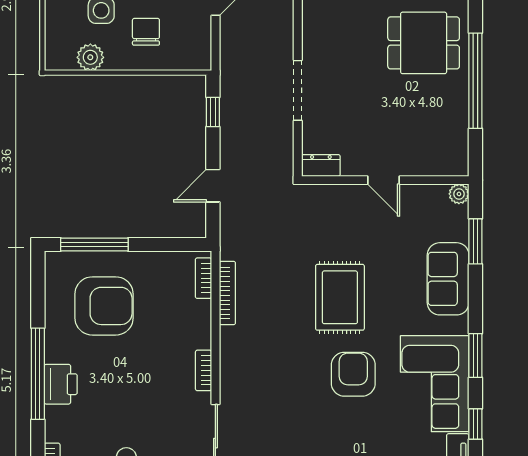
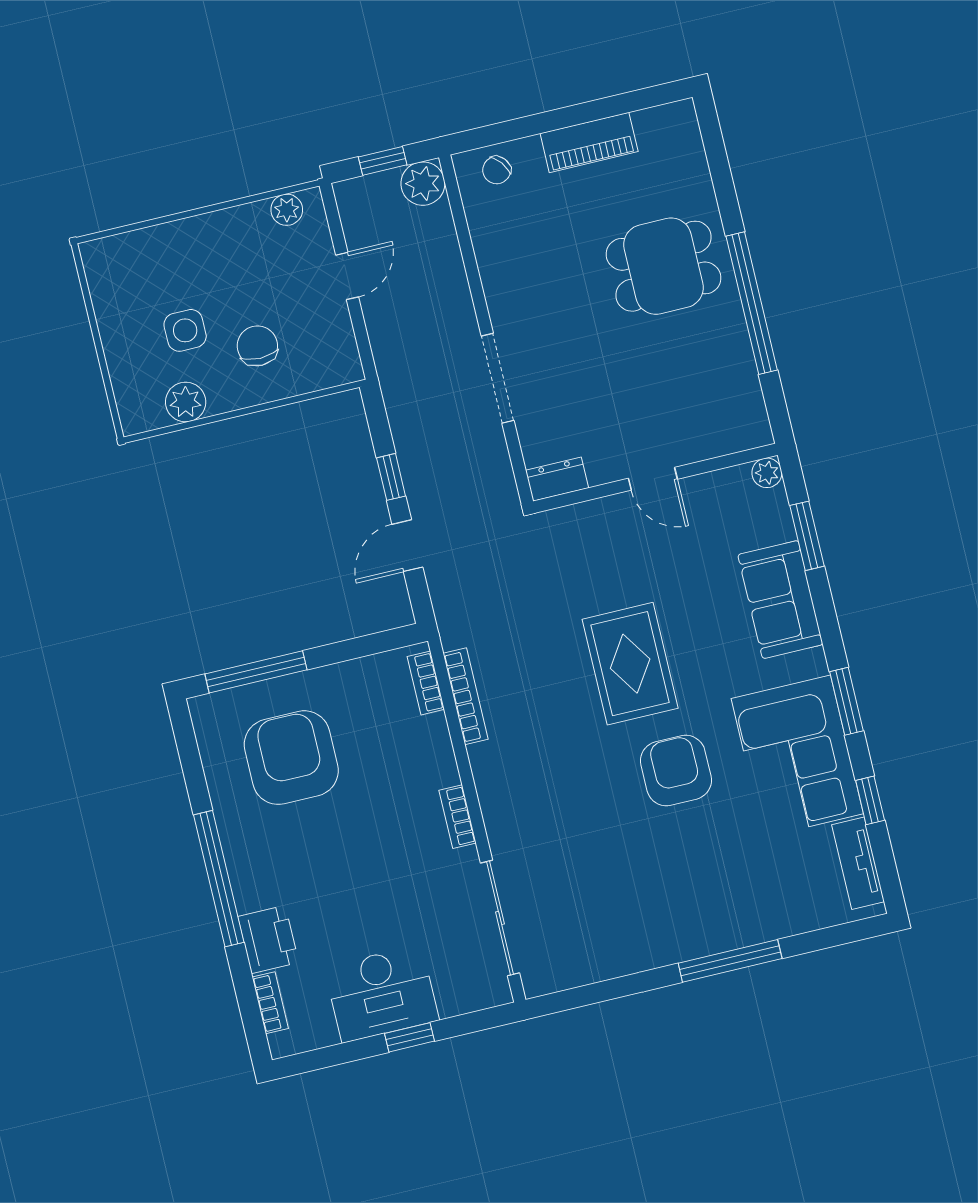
window: (213, 112) -> (391, 477), moved
armchair: (104, 306) -> (291, 758), turned -90
printer: (61, 384) -> (268, 940), moved

